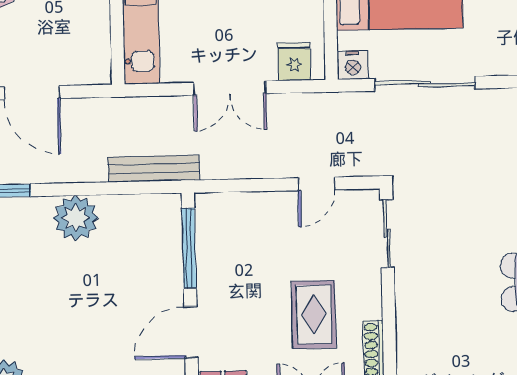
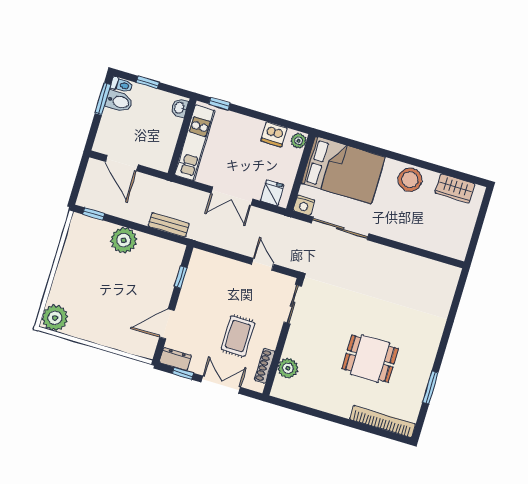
bench: (154, 169) -> (169, 225), width x0.73
door: (316, 184) -> (263, 264), swing flipped
window: (189, 248) -> (181, 277), width x0.46
plant: (413, 341) -> (288, 368), added

